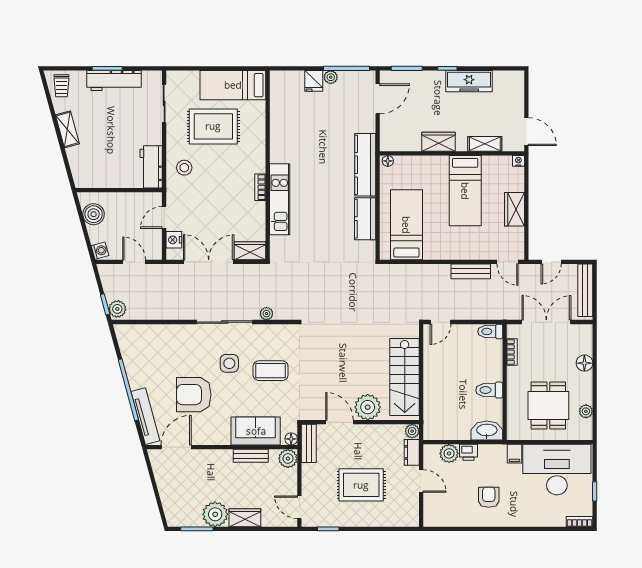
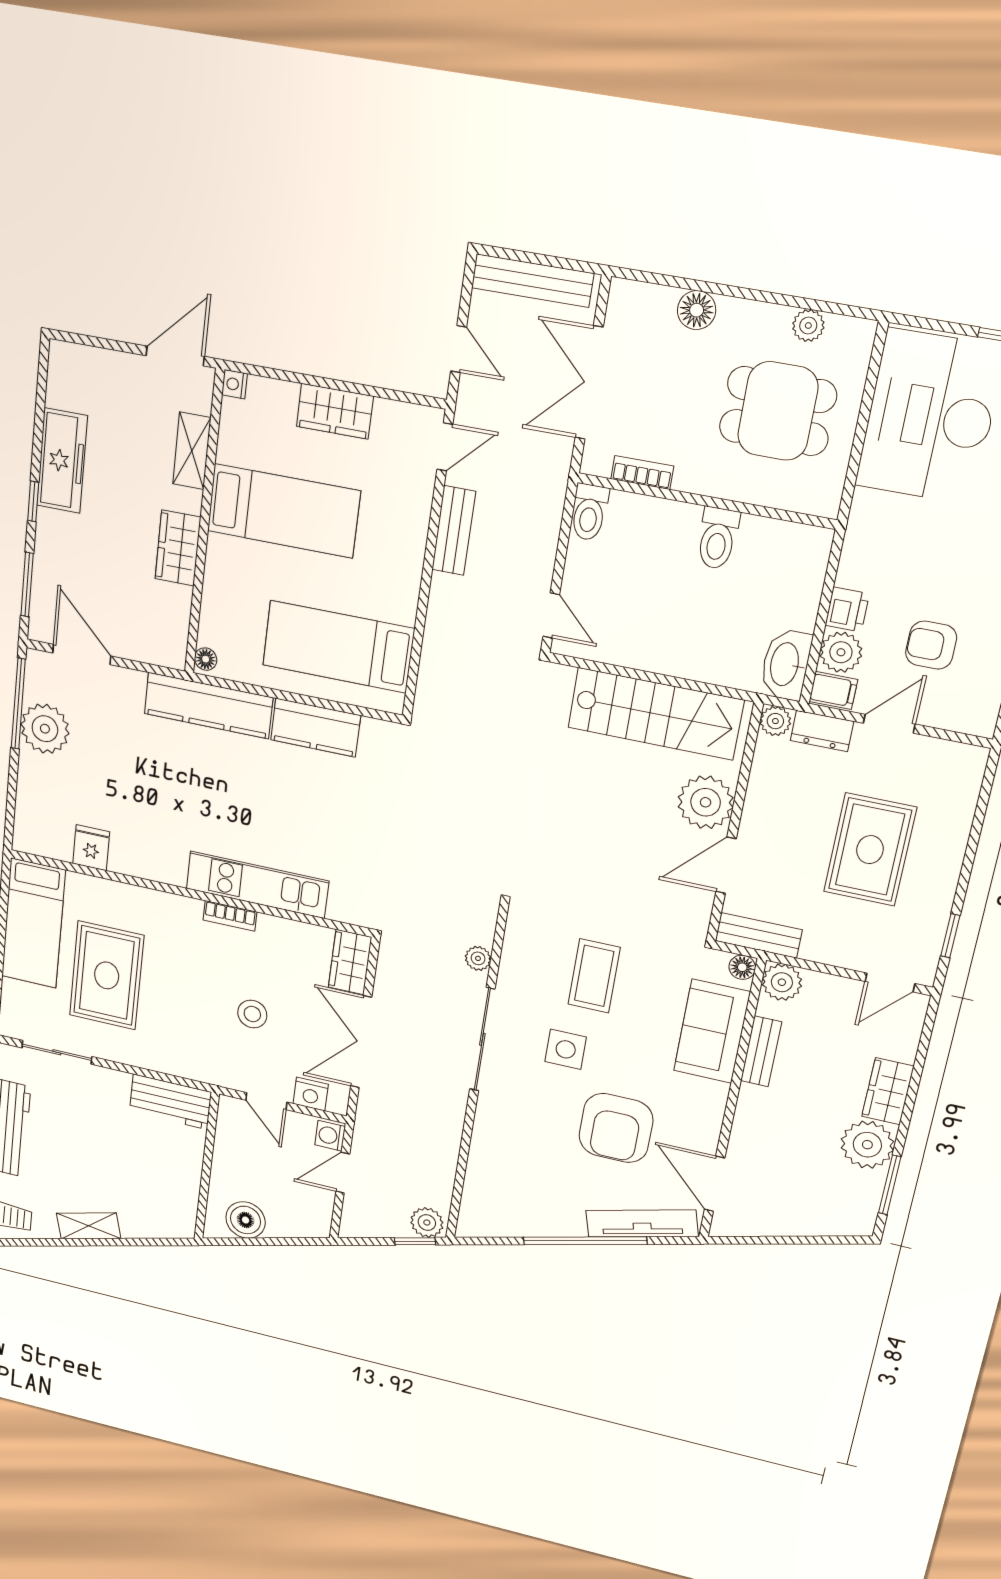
plant: (331, 77) -> (45, 729), width x1.88, depth x1.88
fridge: (314, 81) -> (91, 848), moved, turned -90
stool: (184, 168) -> (252, 1014), moved
washing machine: (100, 251) -> (330, 1136), moved, turned -75
washbasin: (487, 431) -> (786, 664), moved
filing cabinet: (514, 454) -> (833, 690), moved
armchair: (489, 497) -> (931, 645), moved

